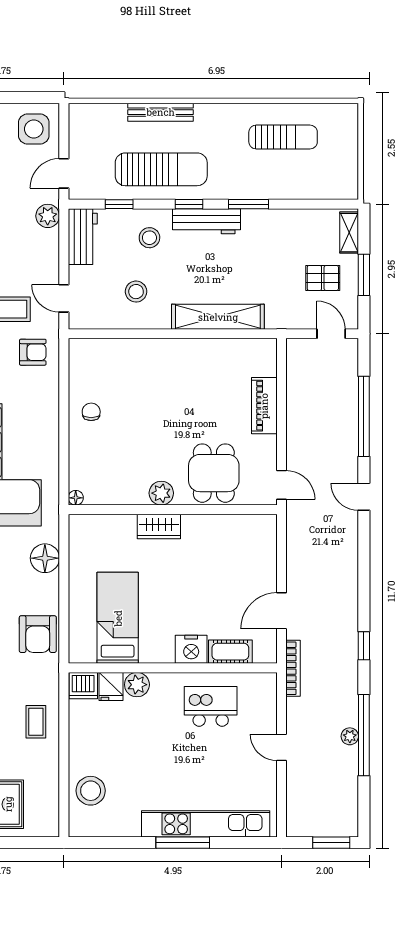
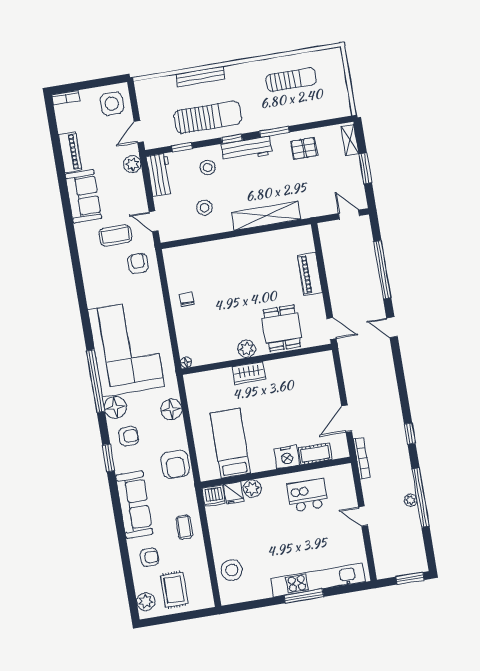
pallet: (323, 278) -> (304, 148), moved
armchair: (33, 352) -> (138, 263), turned -90

